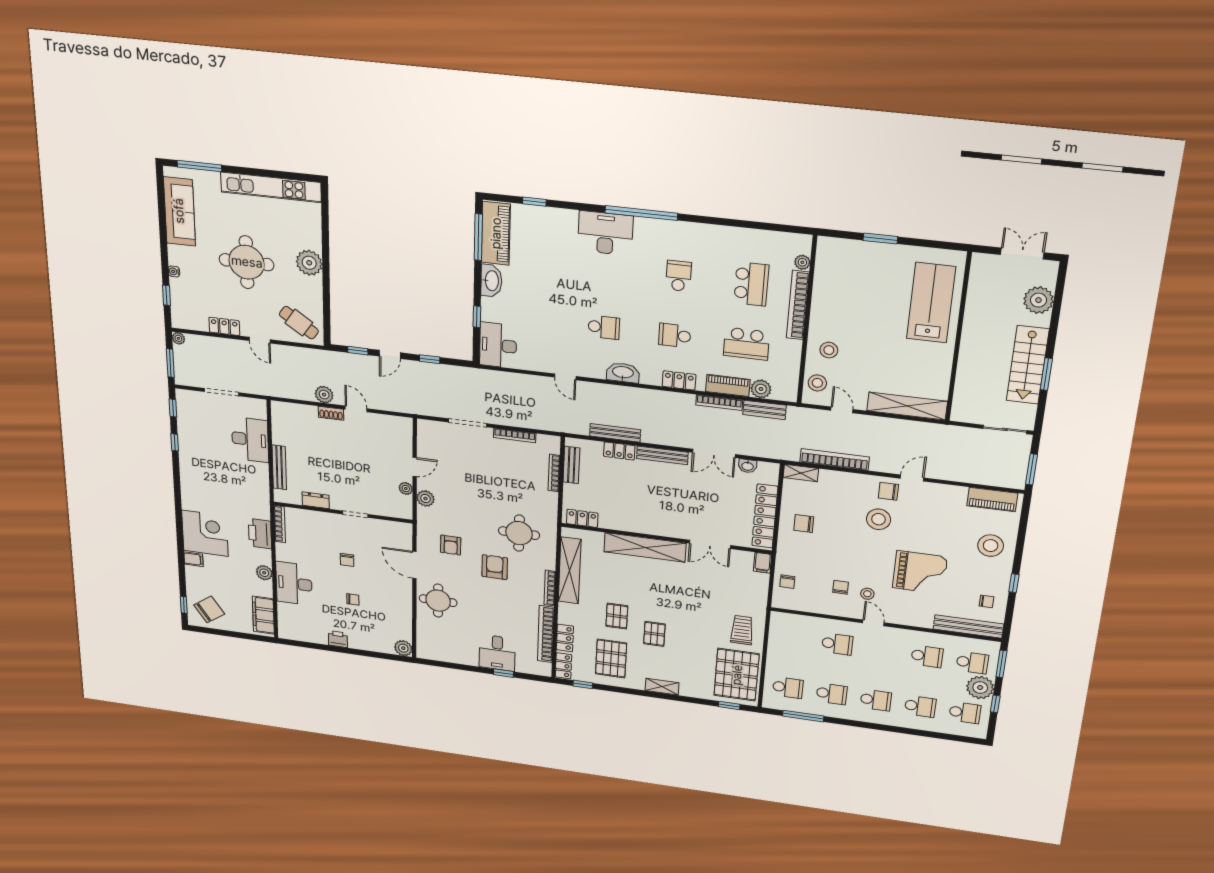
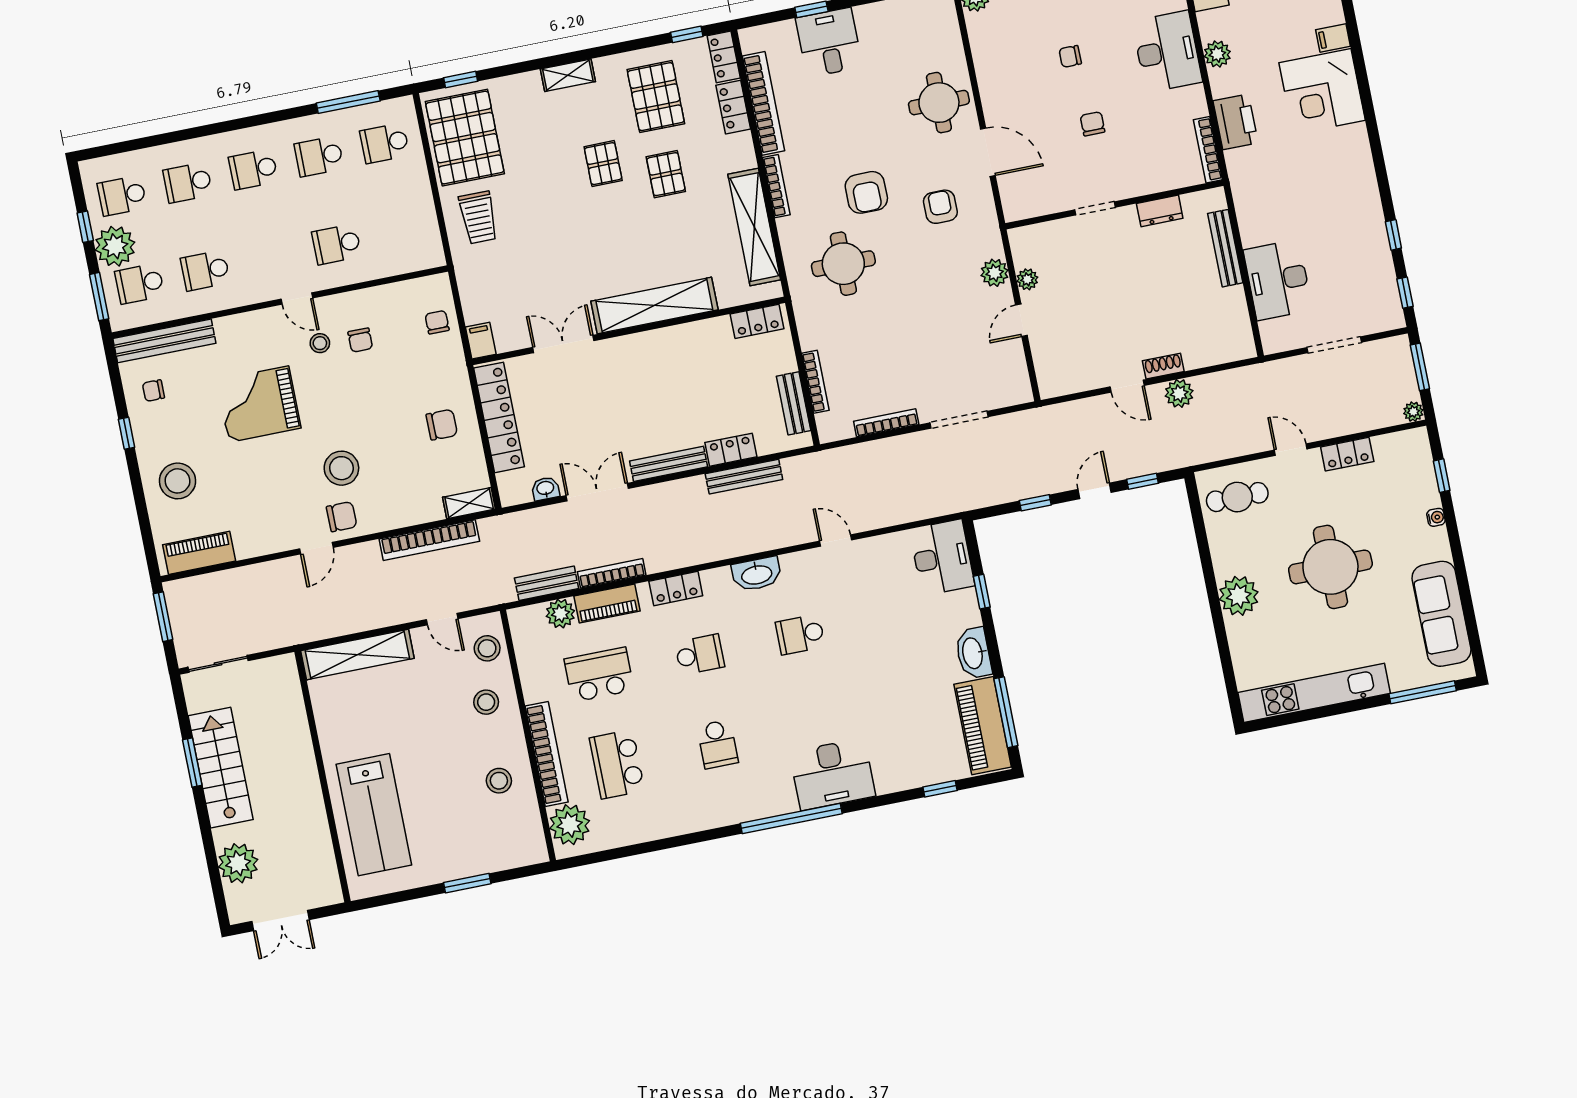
plant: (802, 262) -> (570, 825), width x1.88, depth x1.88
stool: (836, 298) -> (499, 781), added
cafe table: (299, 323) -> (1237, 497), turned -34

